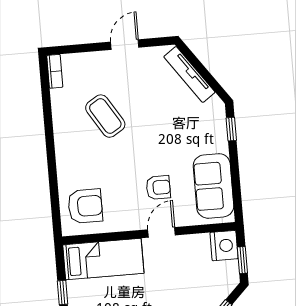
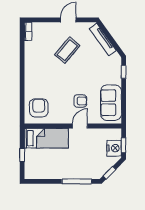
coffee table: (105, 116) -> (67, 50), moved, turned 72
armchair: (85, 206) -> (39, 108), turned -90
nightstand: (224, 246) -> (114, 148), moved

